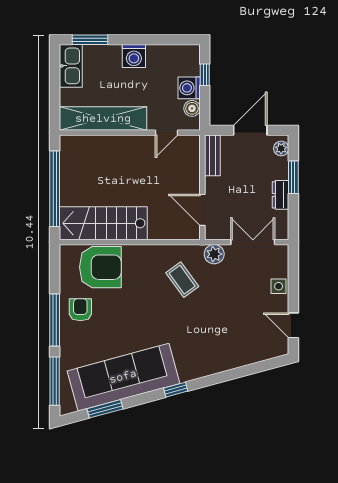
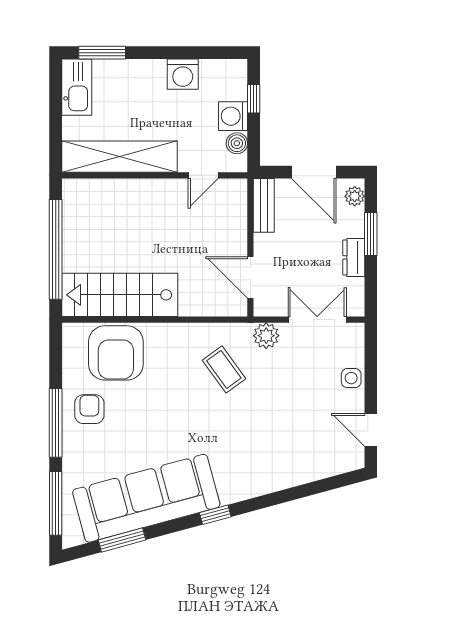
washing machine: (134, 56) -> (183, 74), moved
door: (250, 130) -> (314, 172), swing flipped
armchair: (100, 267) -> (116, 353), turned 90

